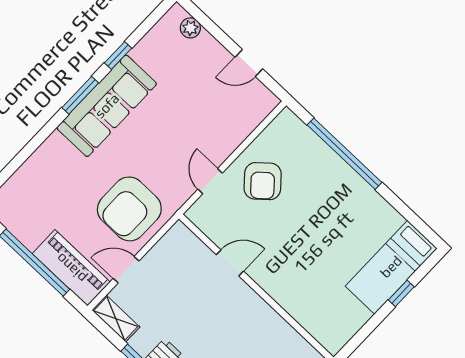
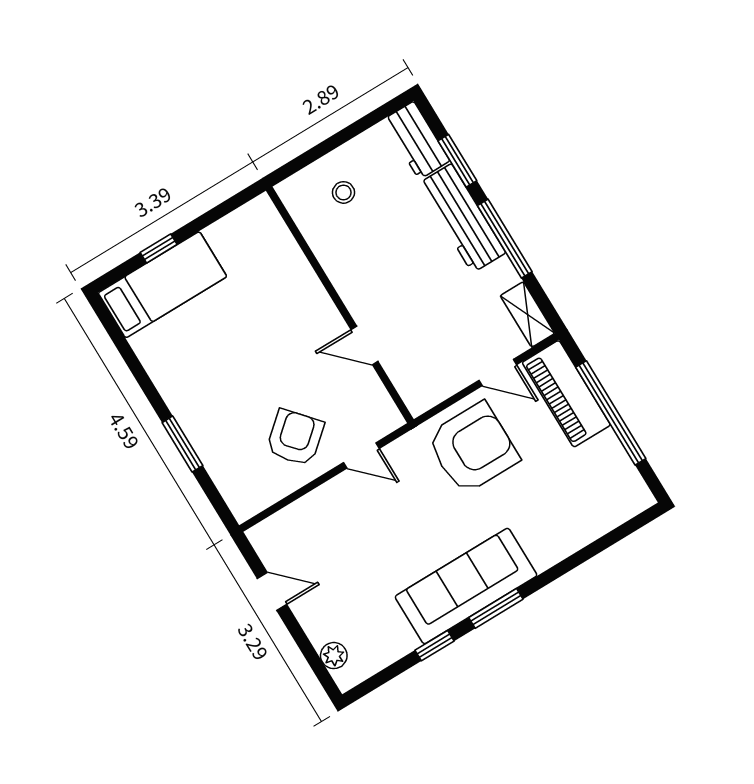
window: (344, 154) -> (182, 444), width x0.47
door: (210, 181) -> (361, 455), hinge flipped

